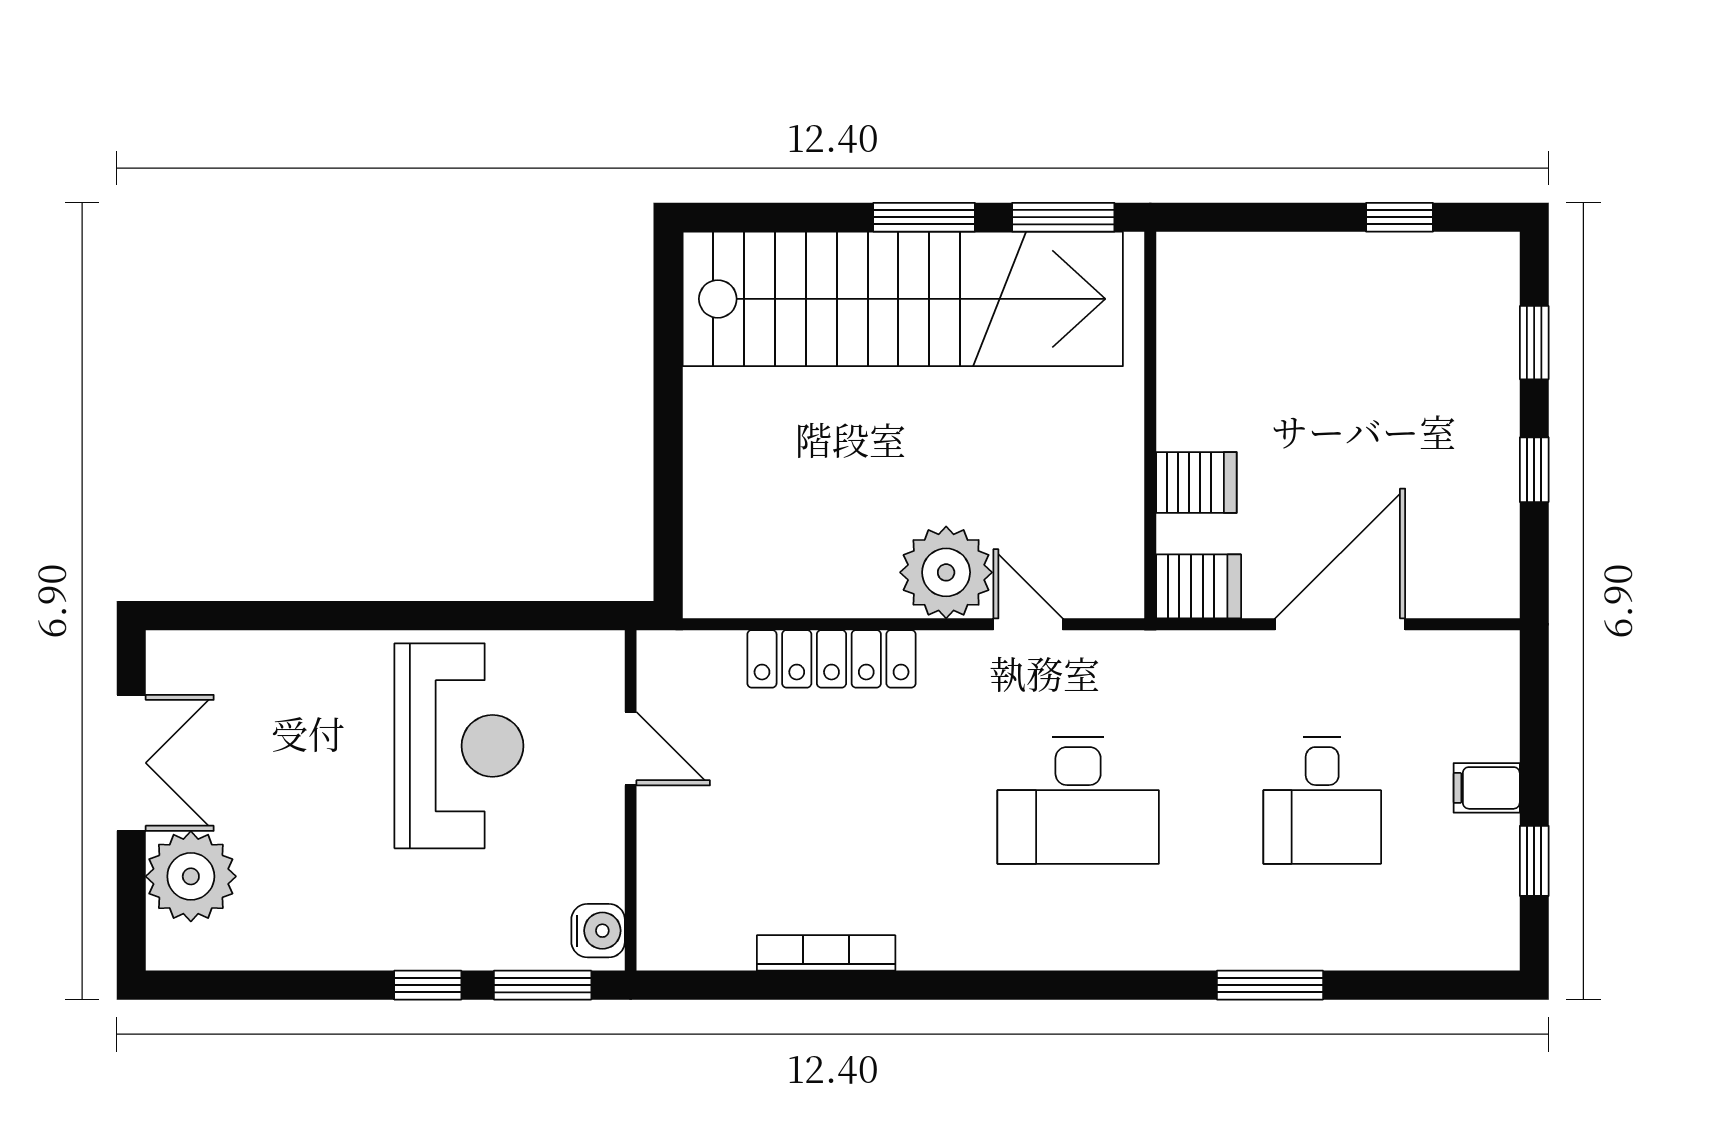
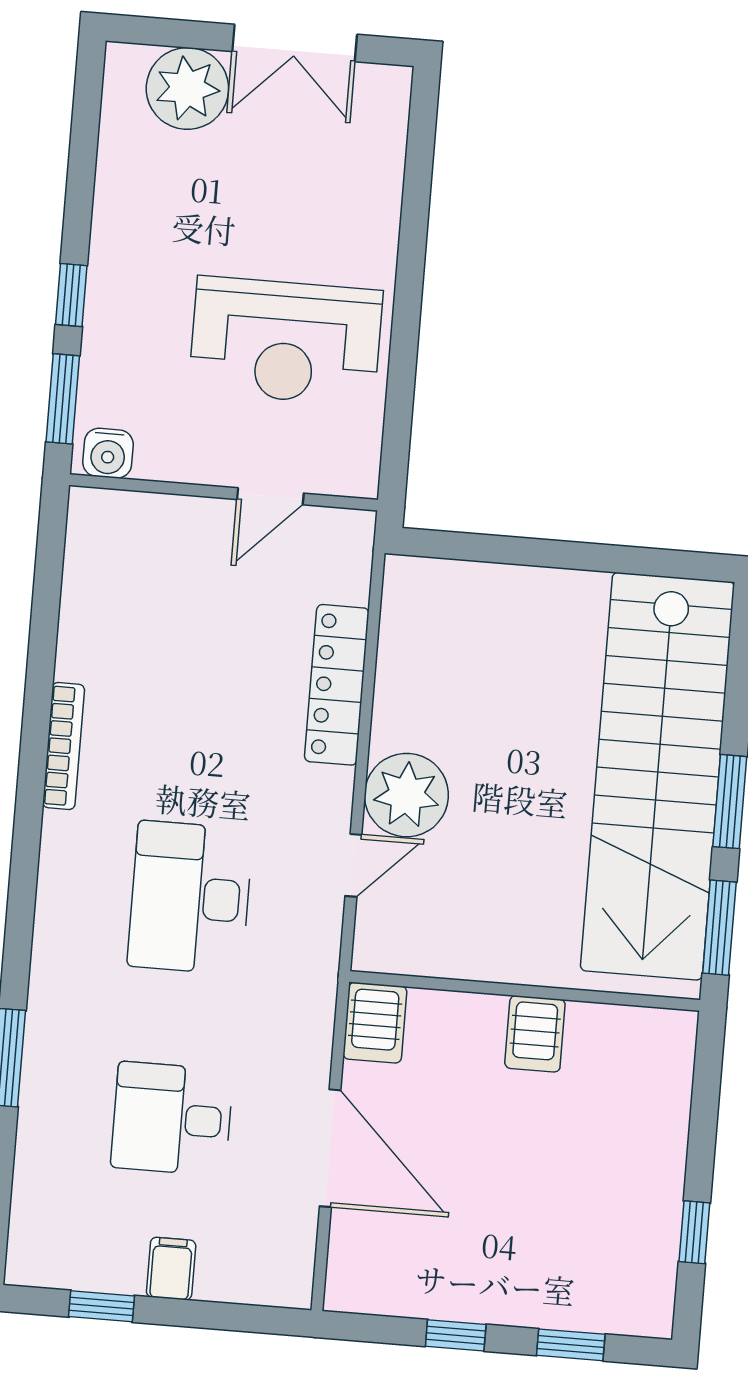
server rack: (1196, 482) -> (535, 1034), moved
bookcase: (826, 953) -> (64, 746), moved

